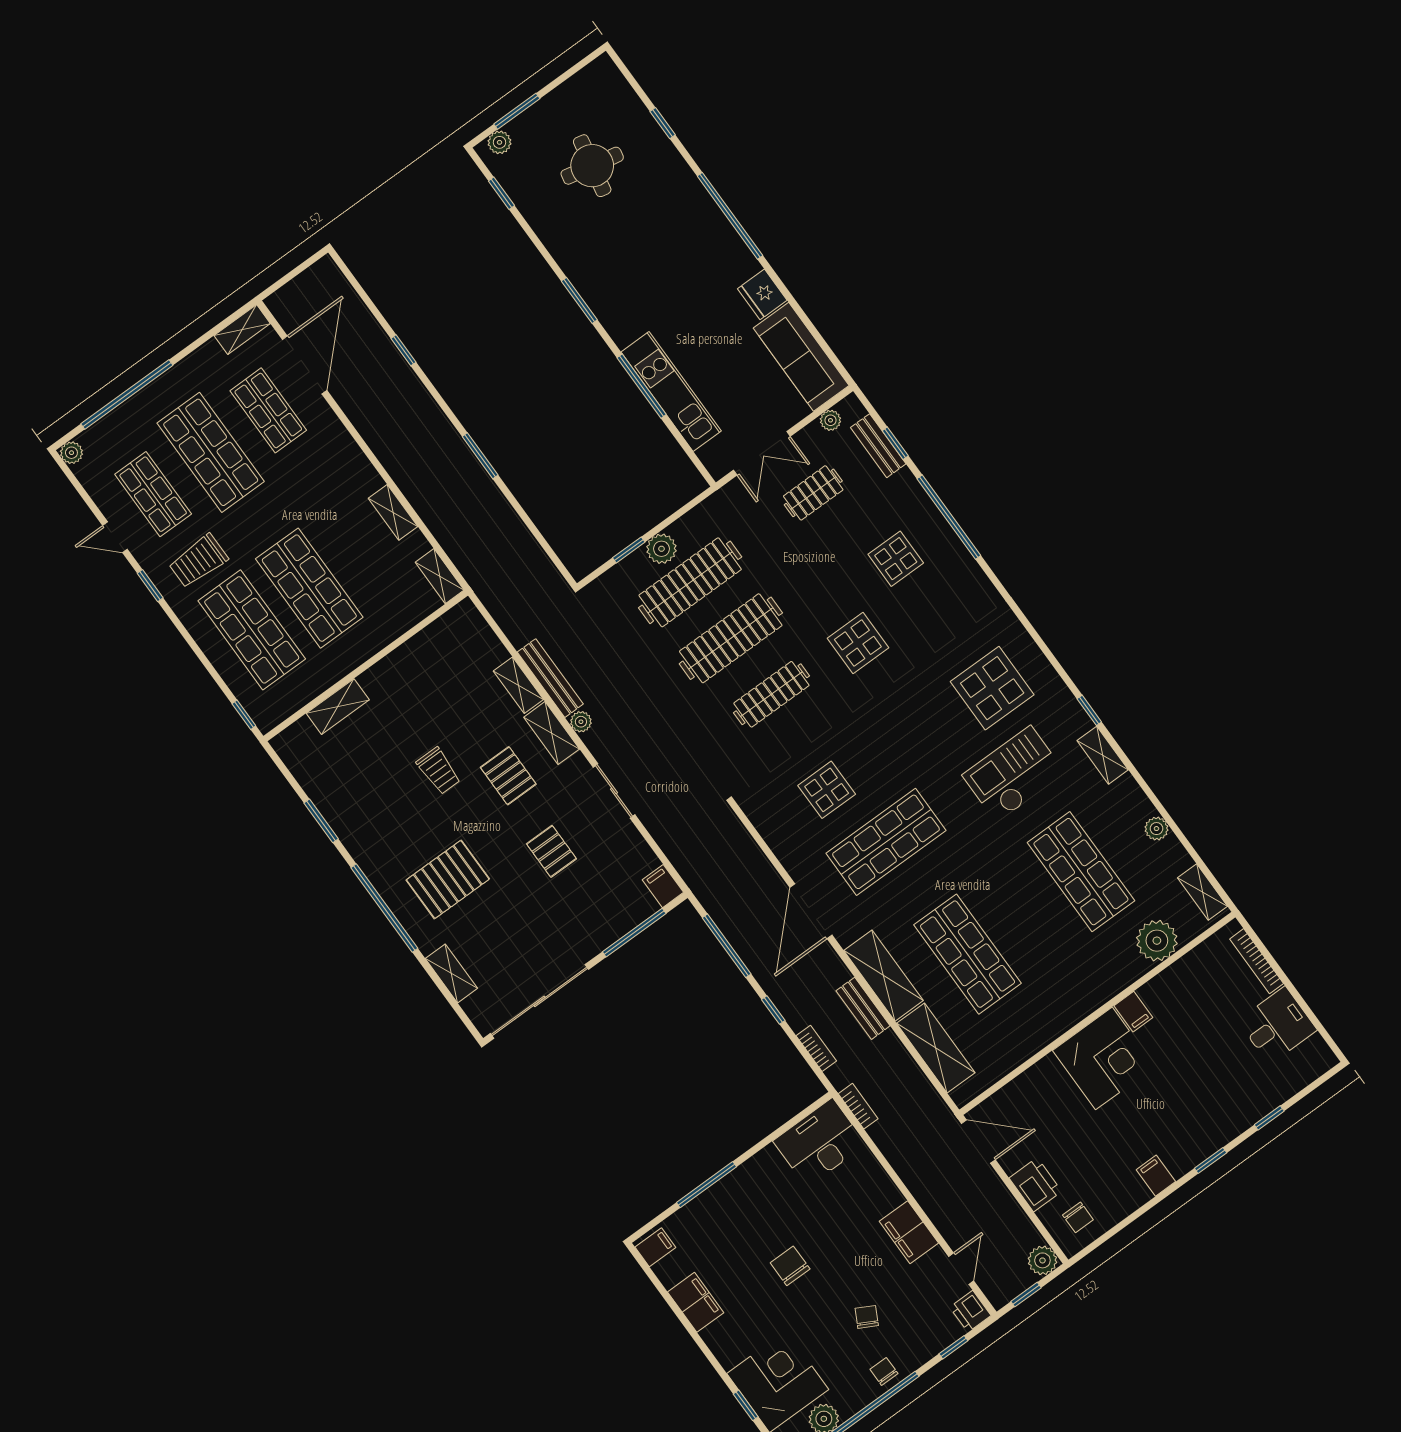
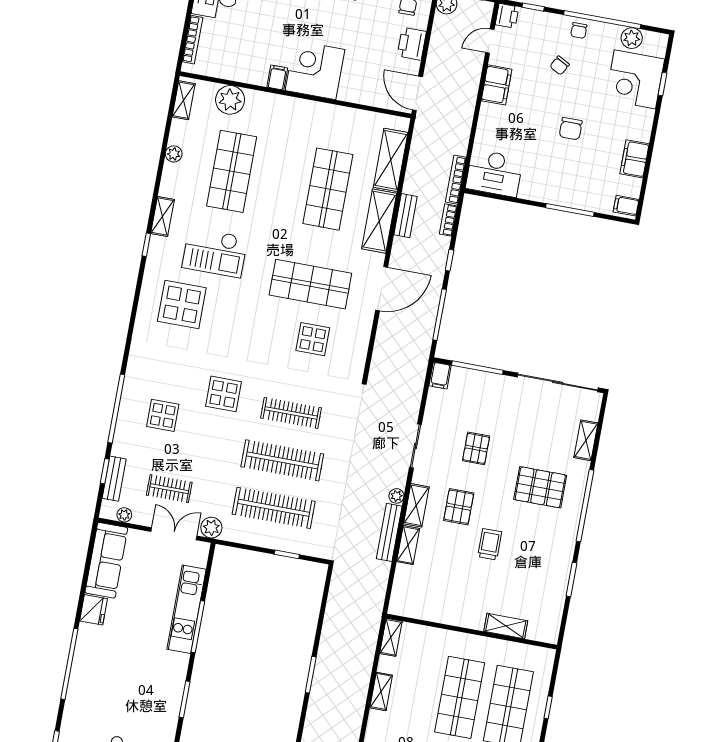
plant: (661, 549) -> (211, 528), moved
window: (244, 715) -> (548, 707), moved
bookcase: (858, 1106) -> (456, 180), width x1.56

